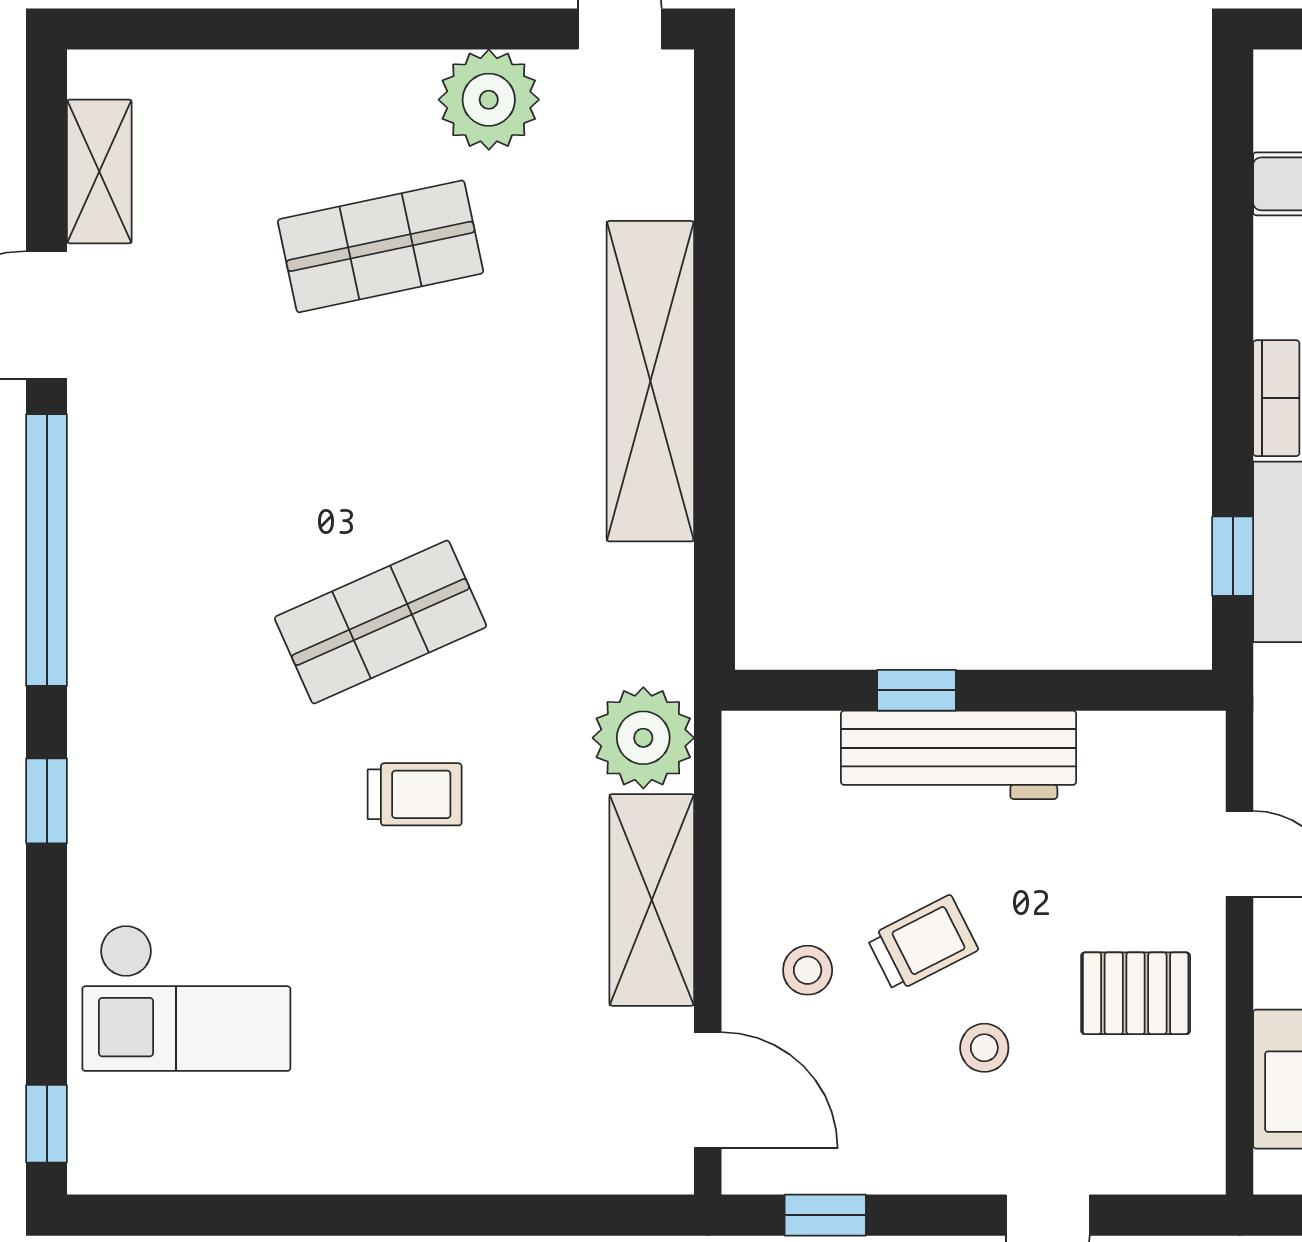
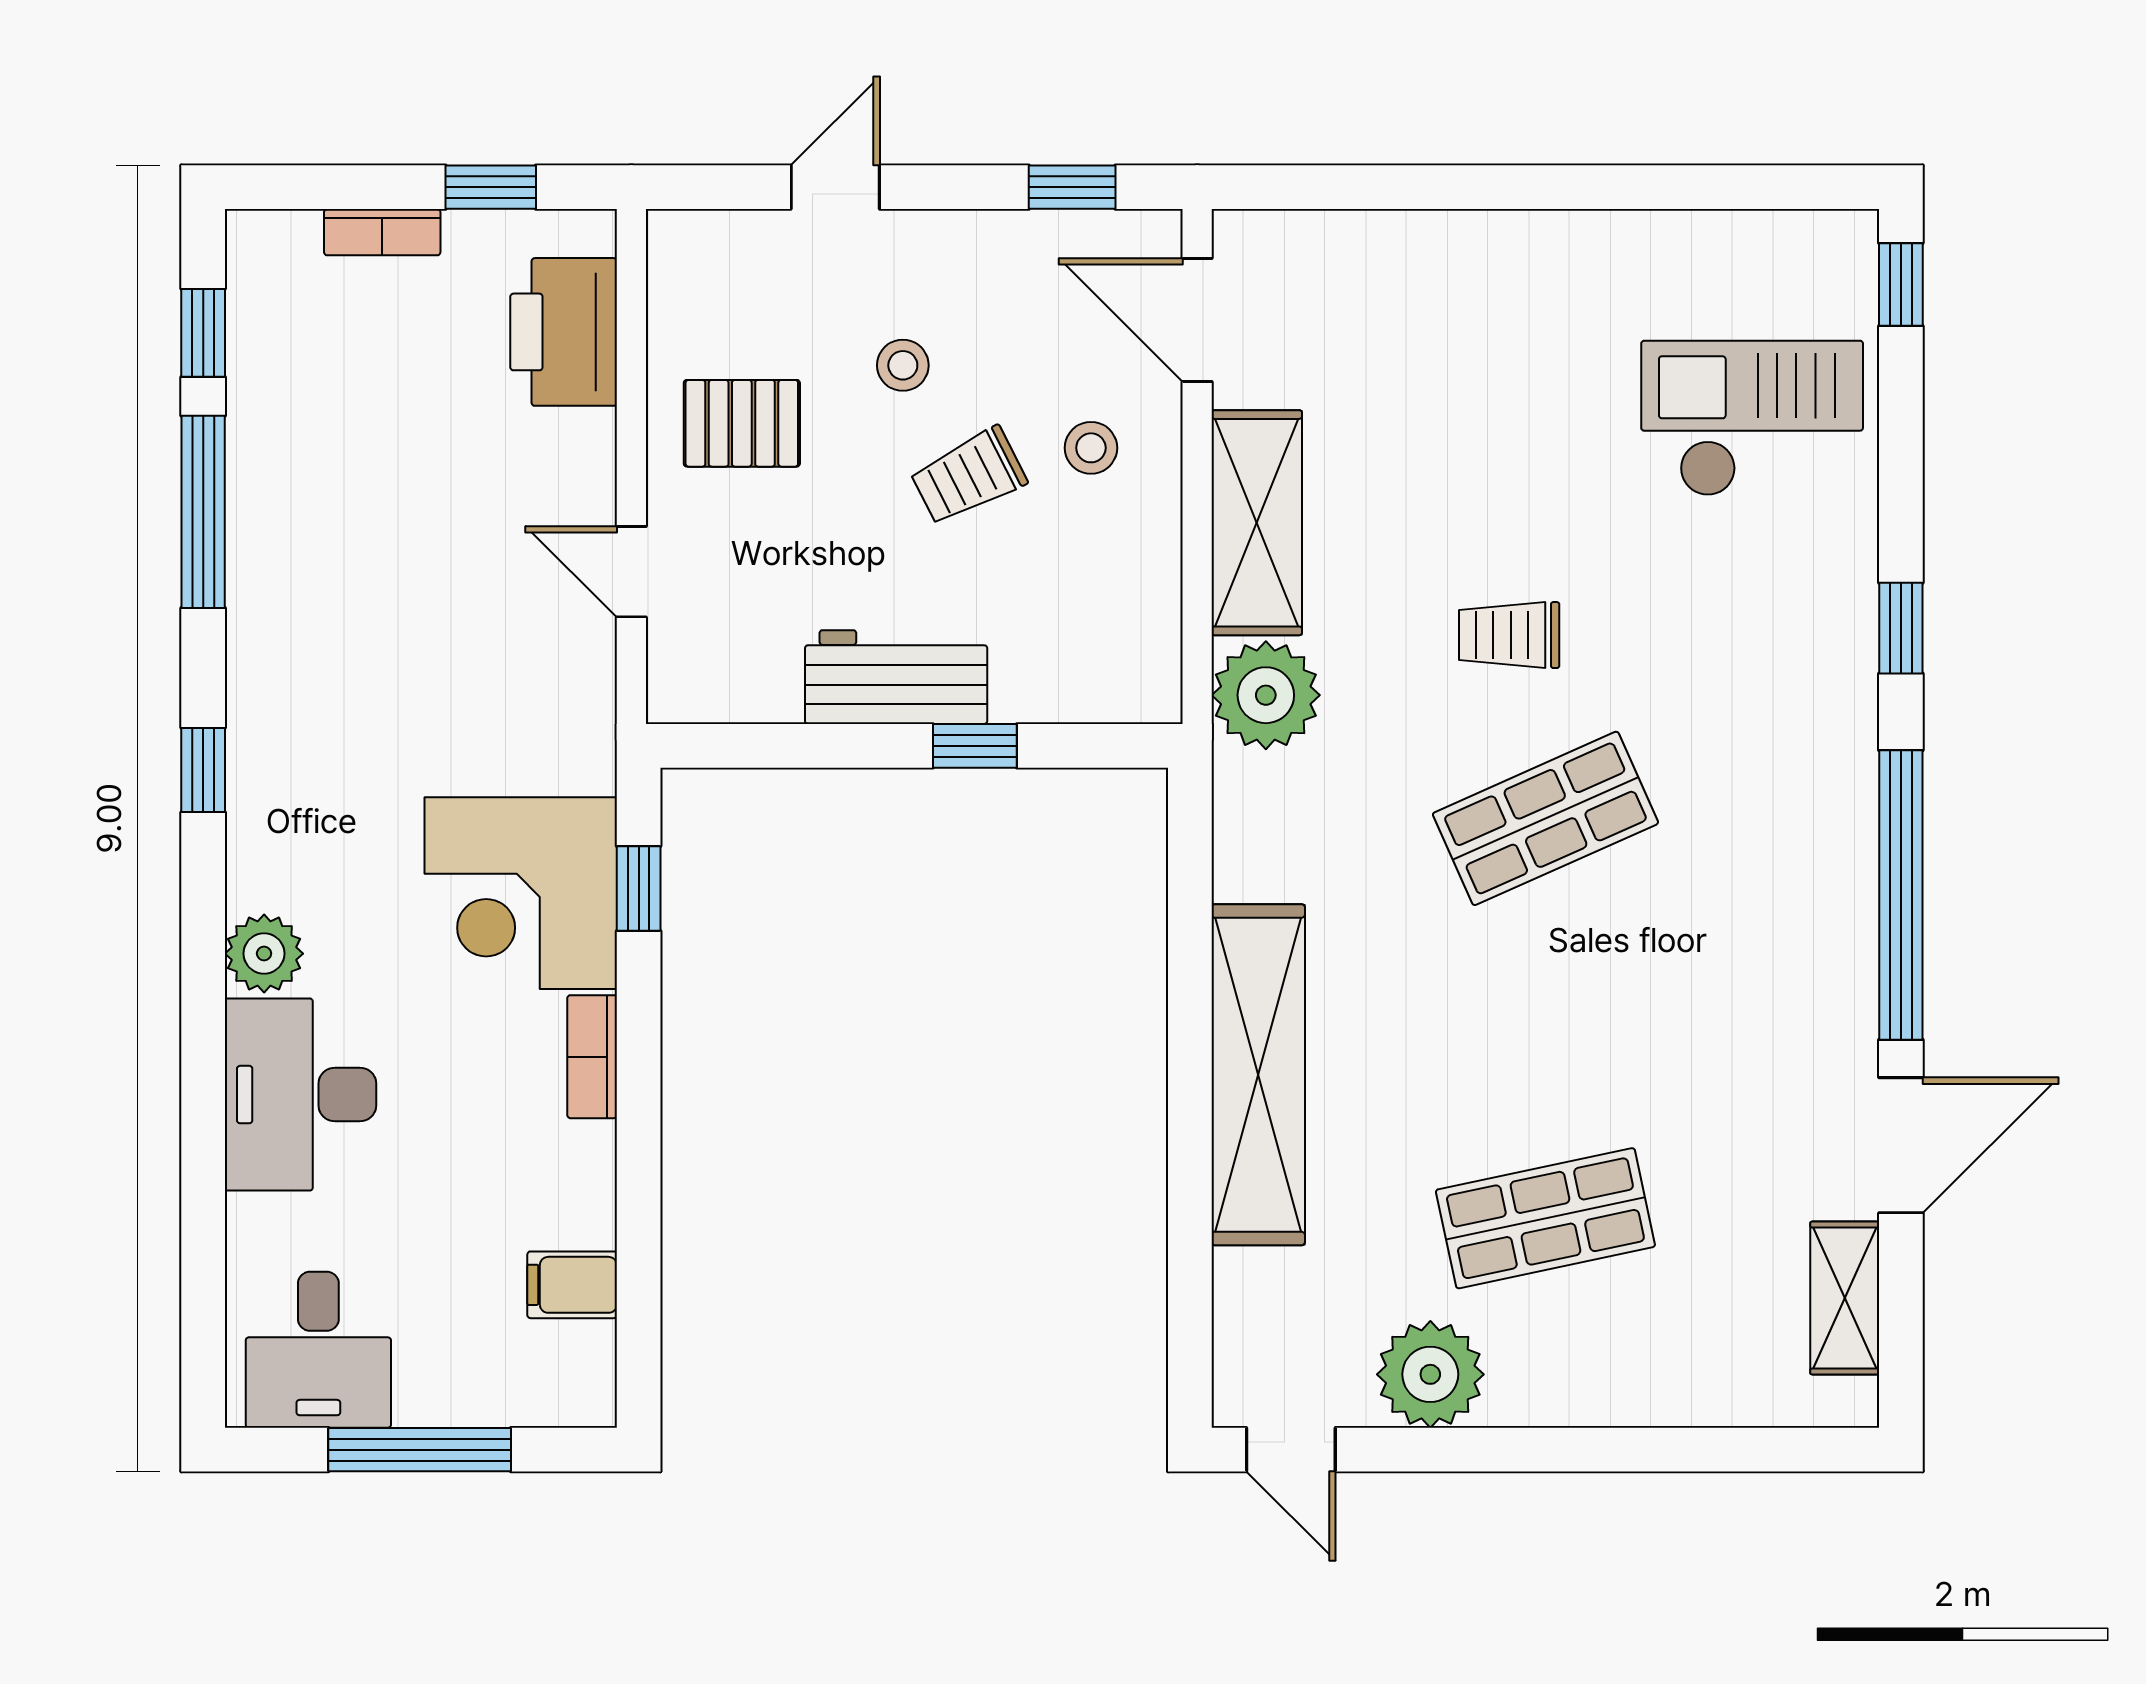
workbench: (959, 755) -> (896, 677), width x0.73

